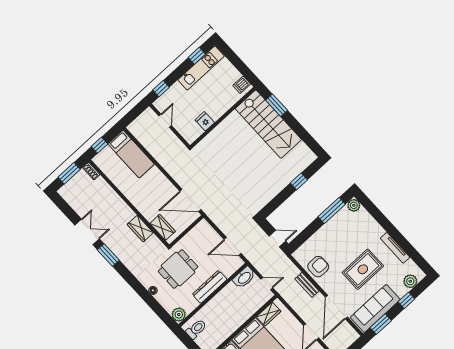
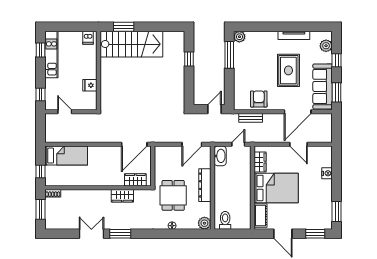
bench: (307, 285) -> (251, 118), moved
door: (337, 307) -> (298, 112), hinge flipped

